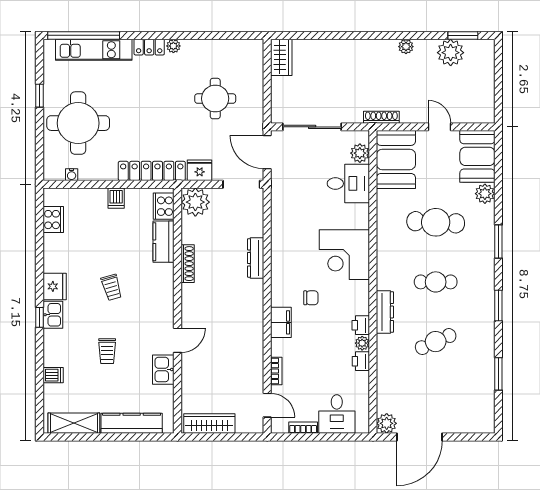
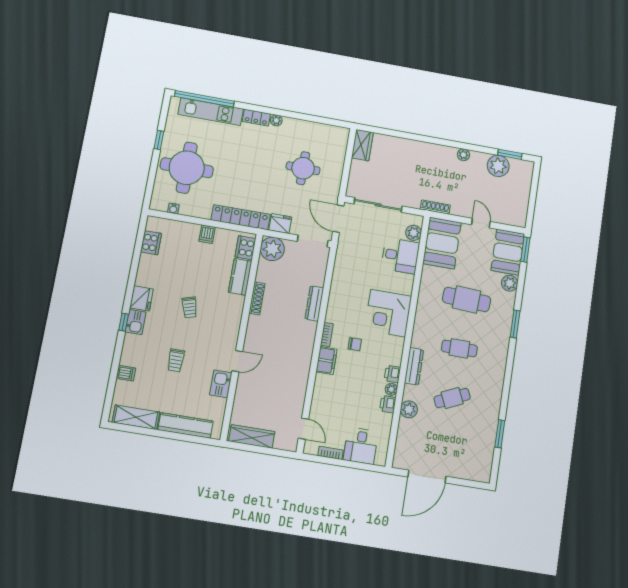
window: (498, 306) -> (525, 250), moved
bookcase: (276, 371) -> (327, 334), moved
plant: (387, 423) -> (409, 409), moved

